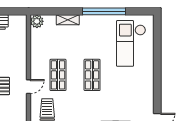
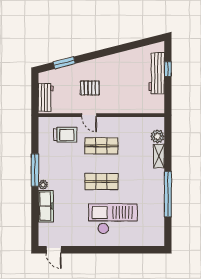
plant: (37, 21) -> (157, 136), moved
checkout: (131, 43) -> (113, 219), moved

